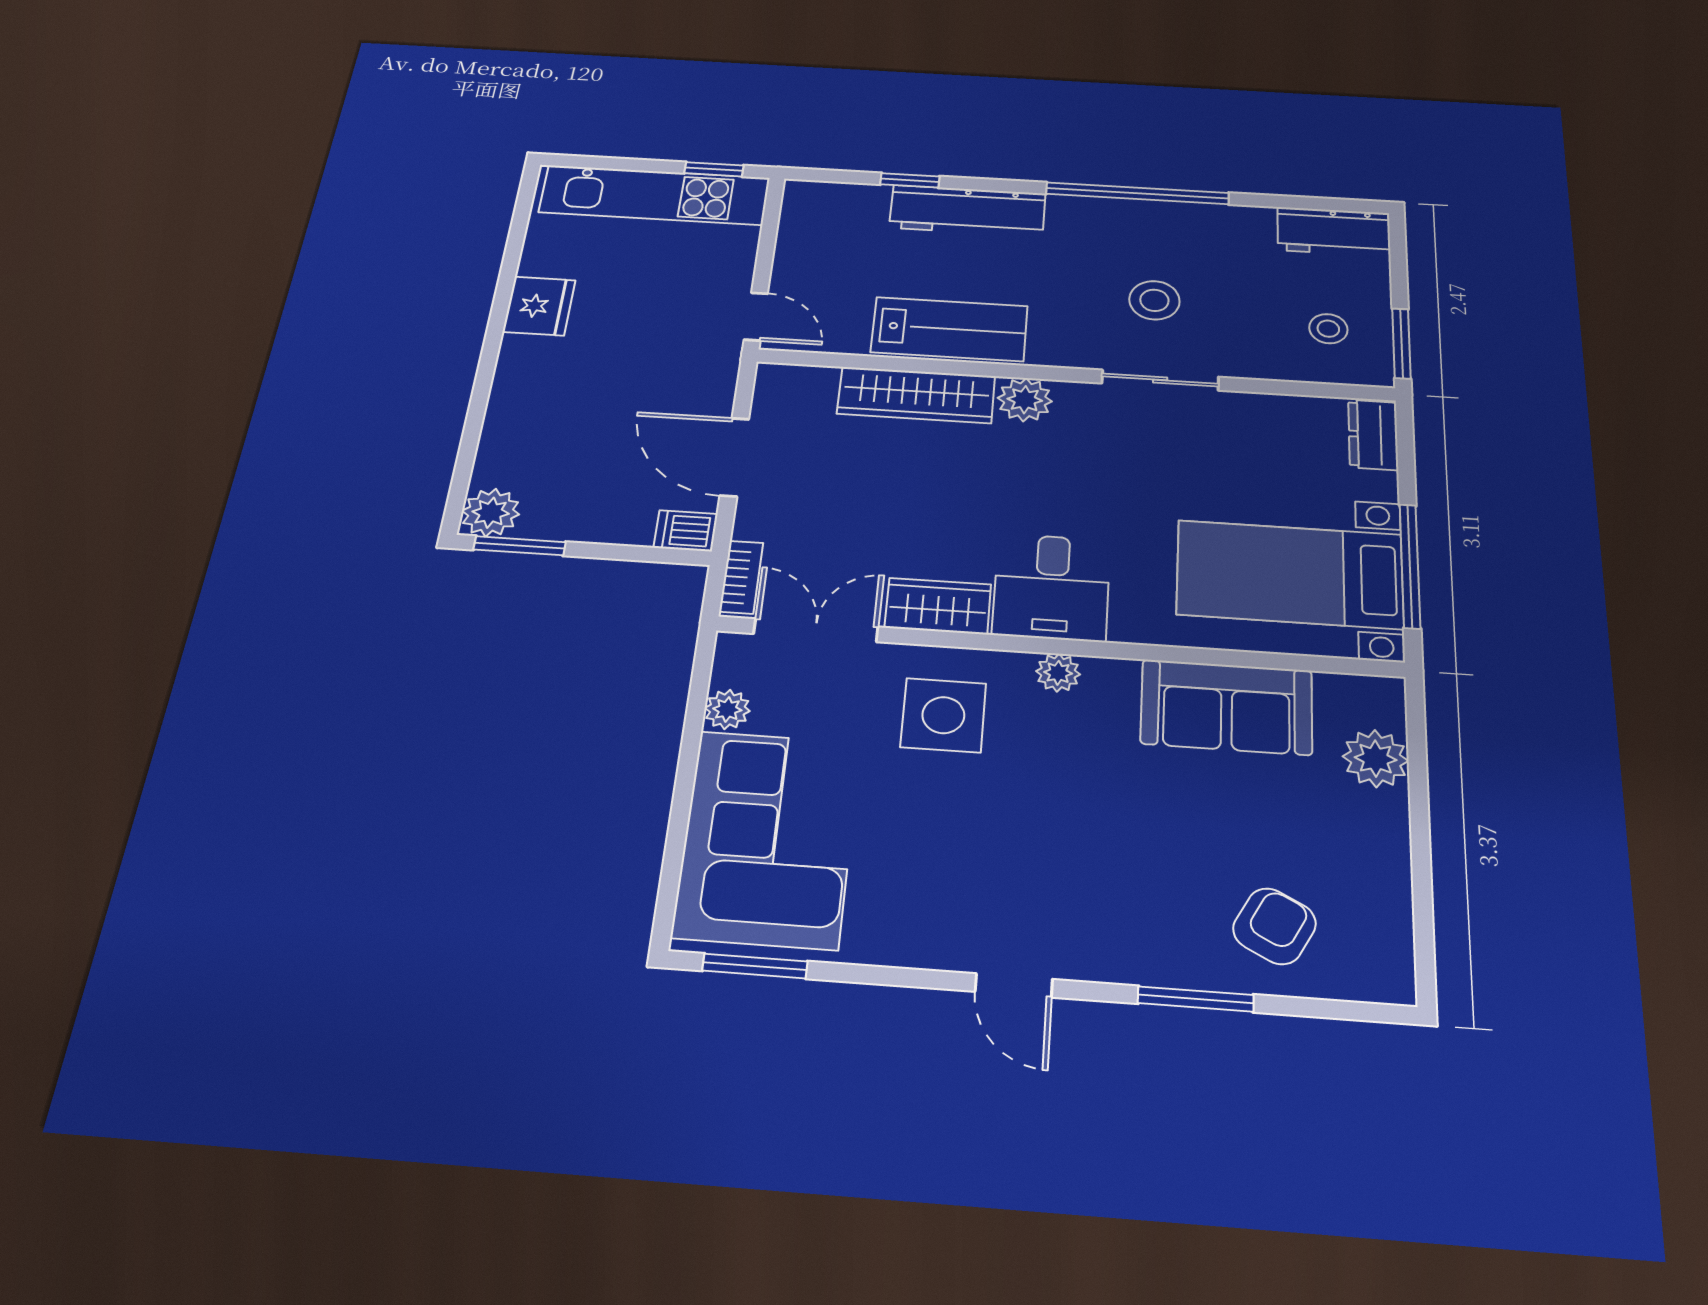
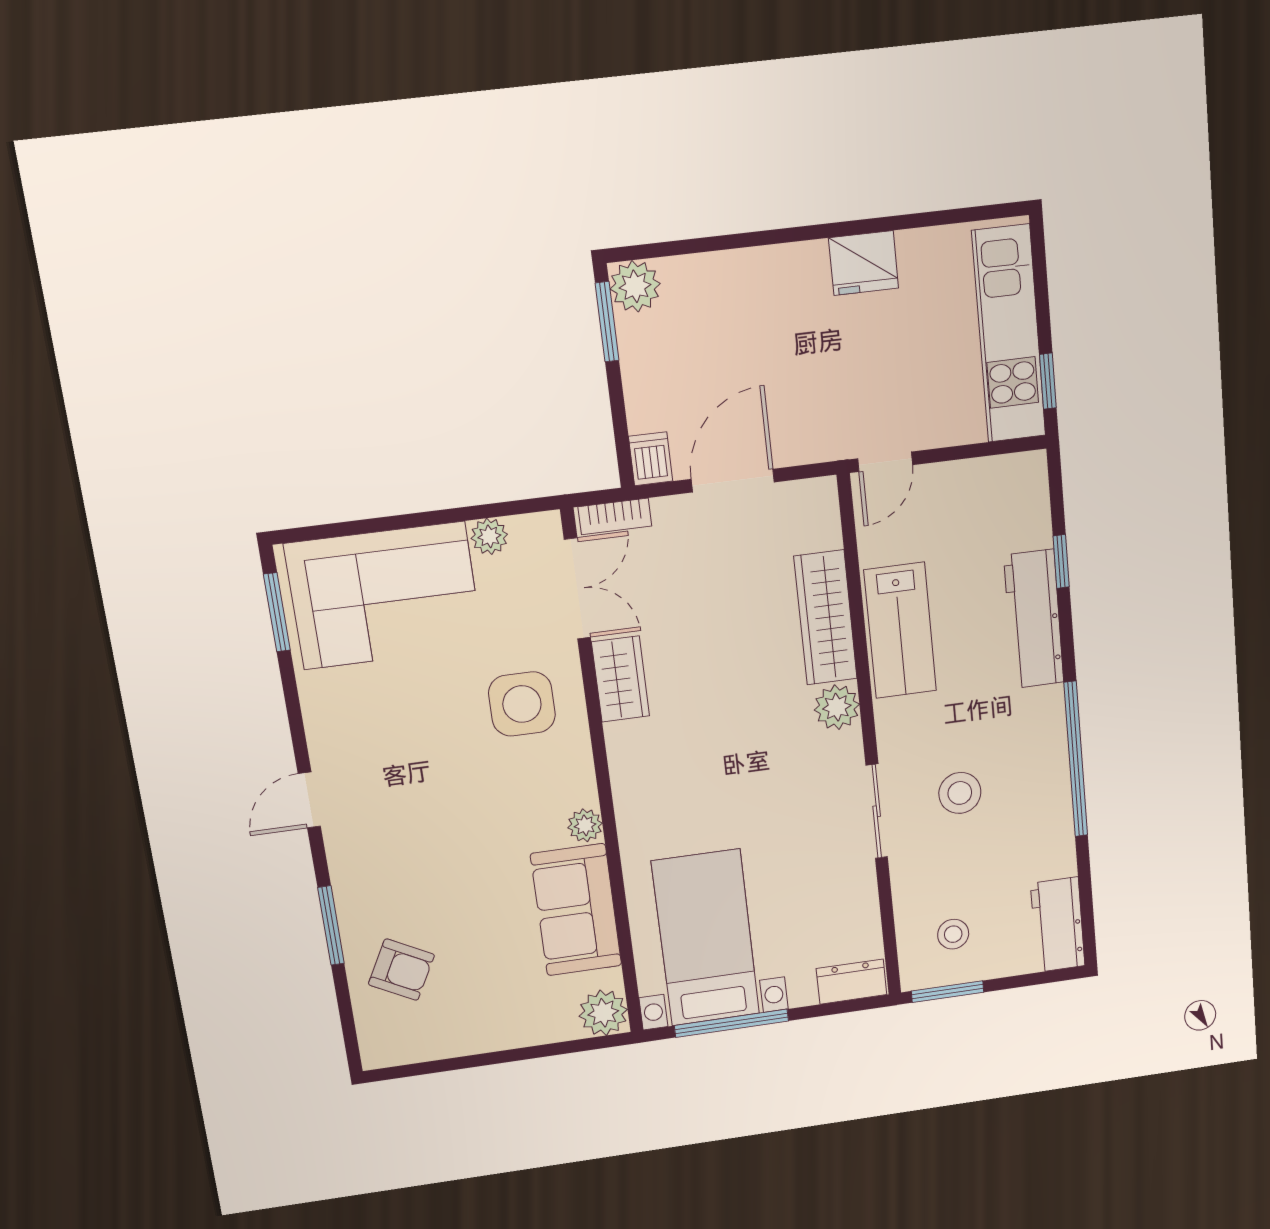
desk: (1052, 587) -> (657, 763), removed
plant: (1058, 673) -> (585, 825), moved
plant: (1376, 759) -> (603, 1013), moved

